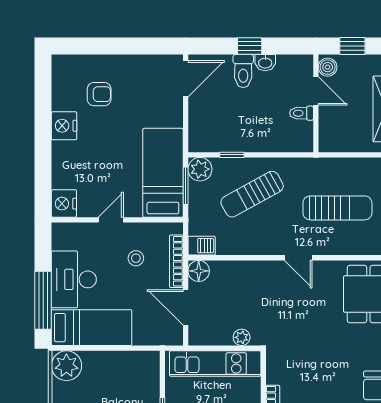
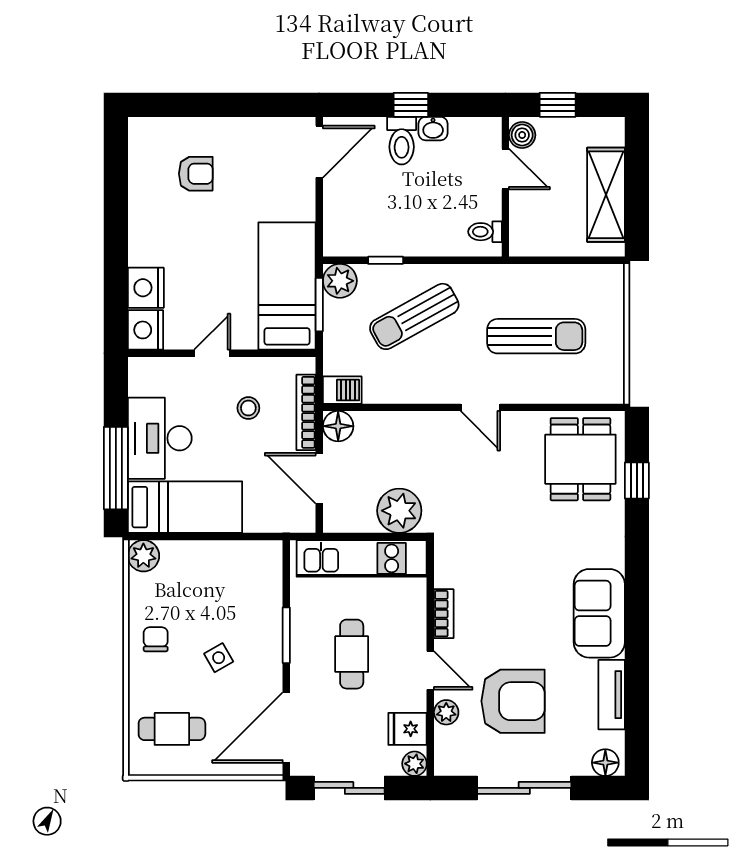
toilet: (302, 113) -> (485, 232), moved
nightstand: (64, 126) -> (146, 288), moved
plant: (242, 337) -> (399, 511), width x1.88, depth x1.88
plant: (66, 366) -> (143, 556), width x0.73, depth x0.73

